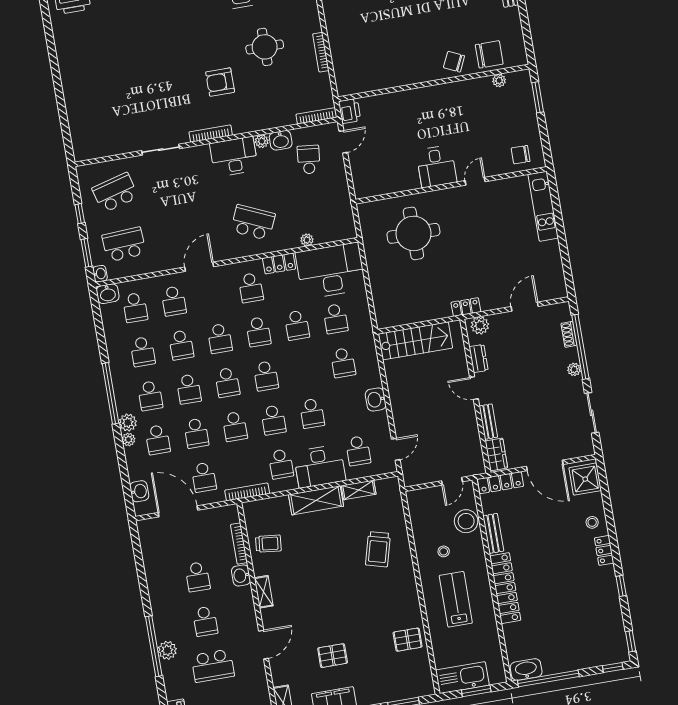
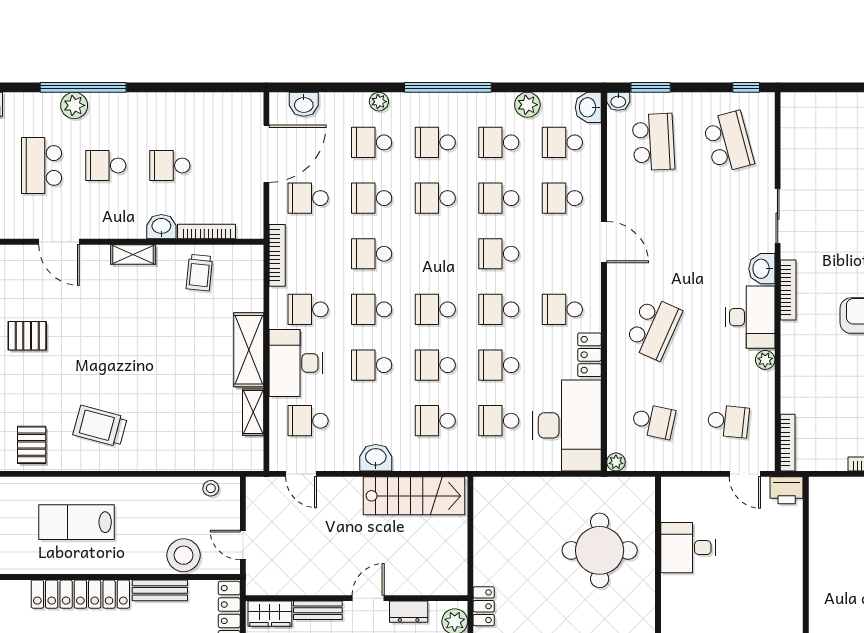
washbasin: (281, 140) -> (762, 269), moved
desk: (436, 166) -> (688, 548), moved
school desk: (318, 211) -> (653, 421), added
window: (80, 214) -> (746, 87), moved
plant: (307, 240) -> (616, 462), moved
stairs: (415, 341) -> (414, 496), moved, turned -90
school desk: (227, 382) -> (435, 365), moved
plant: (128, 423) -> (527, 105), moved
trolley: (378, 549) -> (100, 426), moved
stool: (444, 551) -> (211, 488), moved
lab bench: (456, 599) -> (77, 522), turned 180
pallet: (333, 656) -> (27, 336), turned 90

